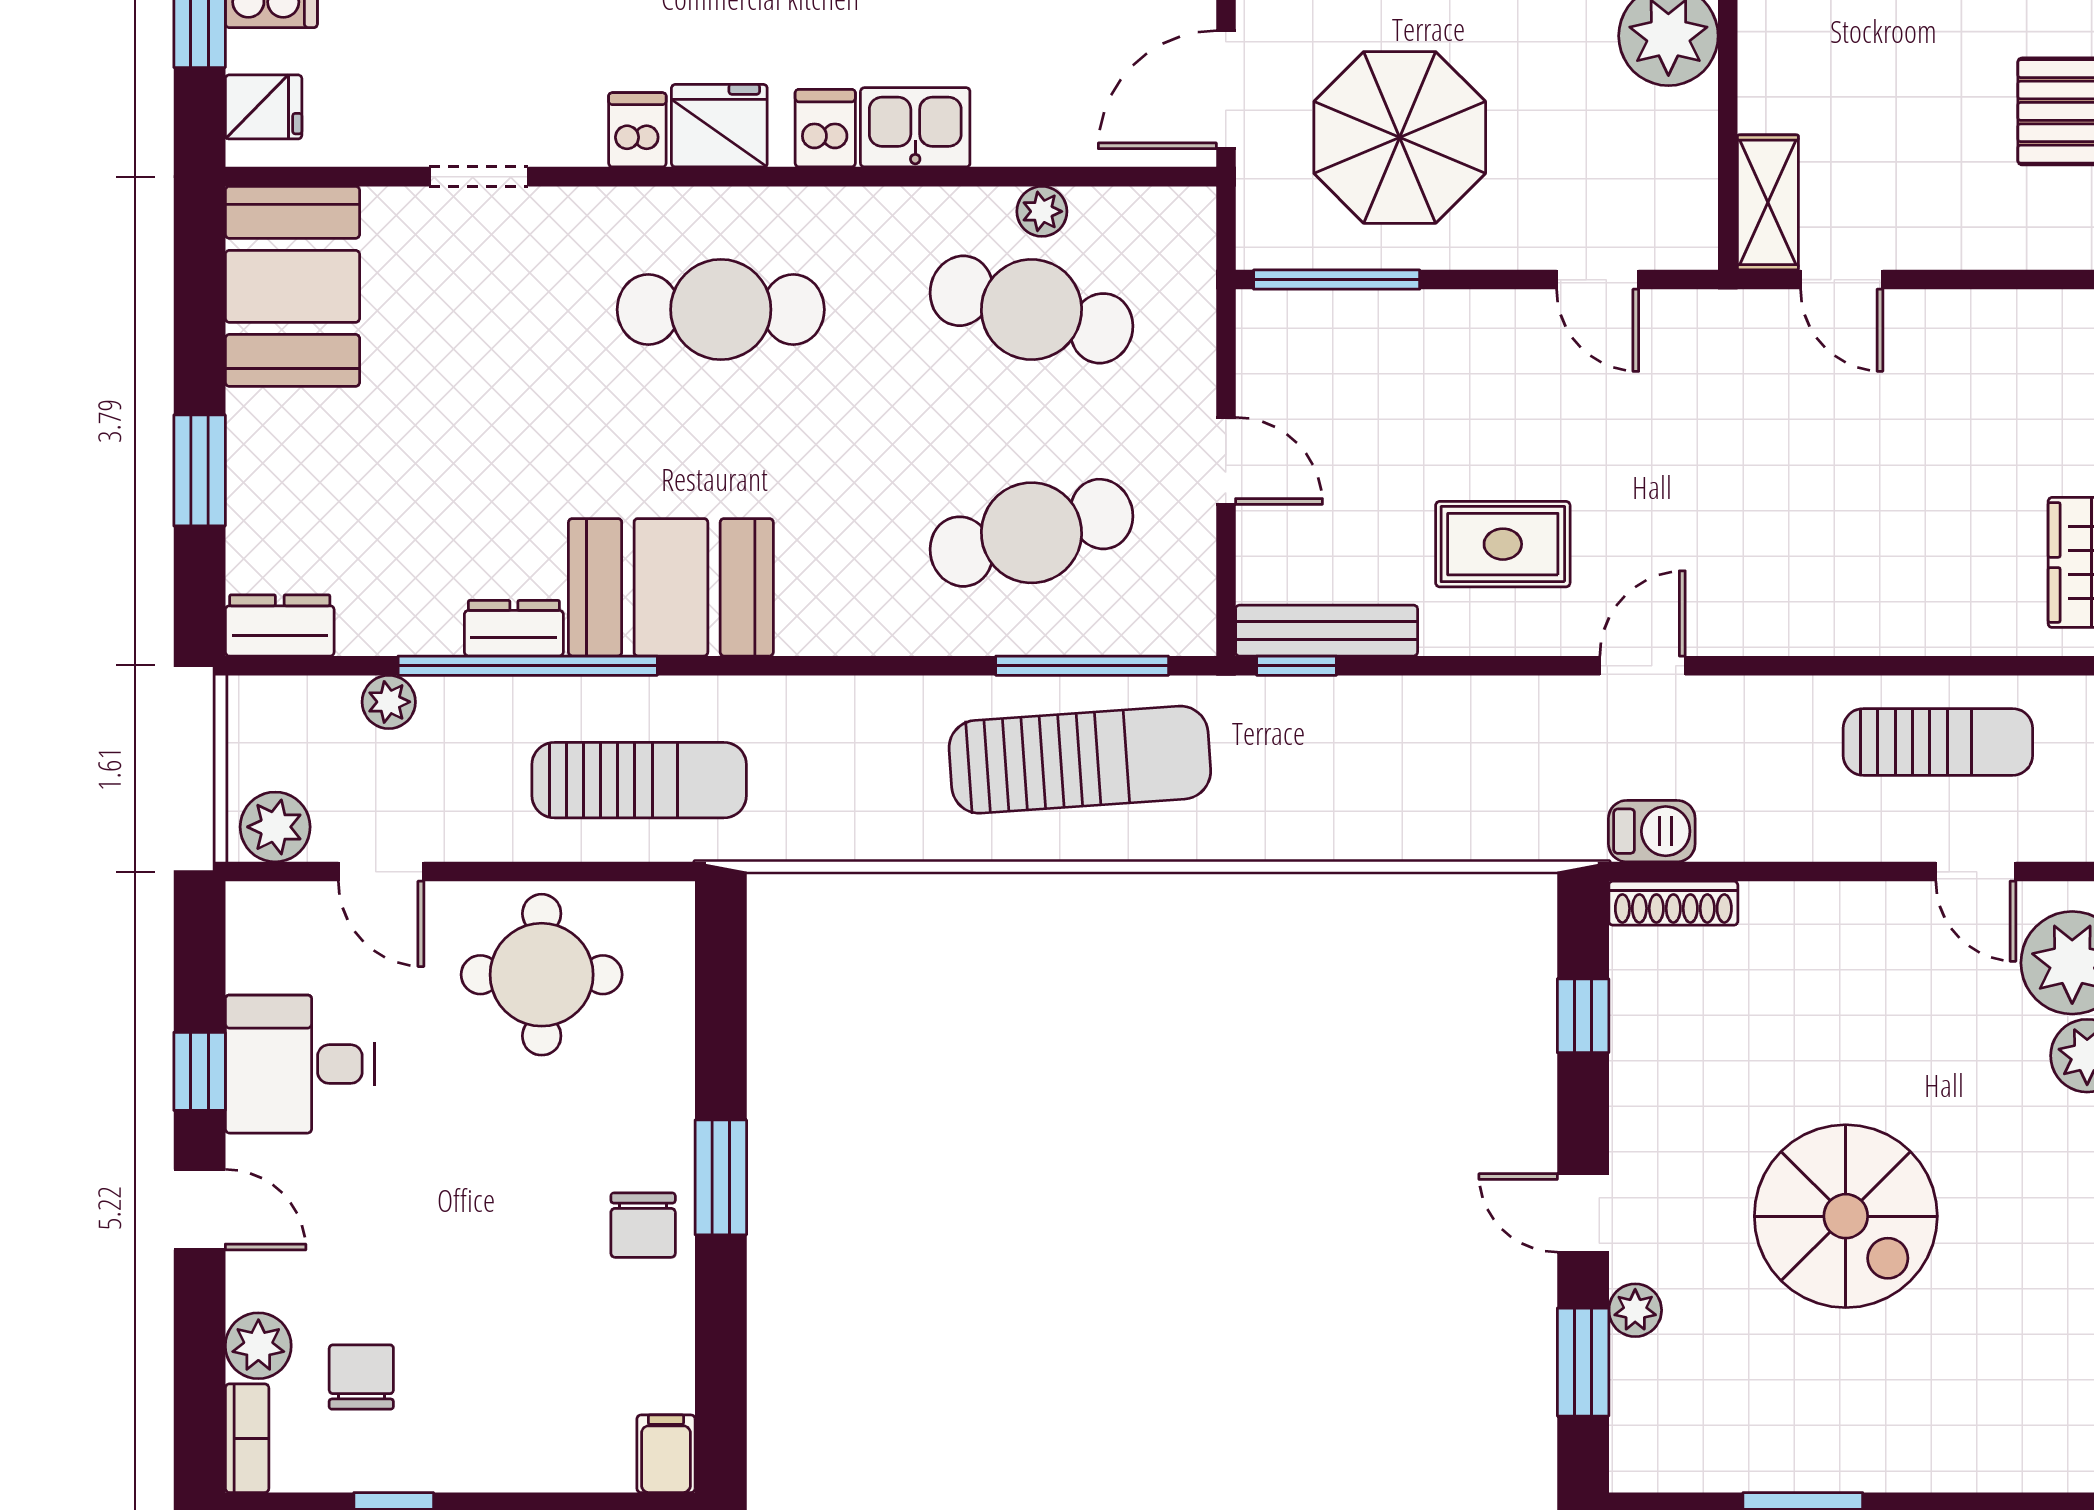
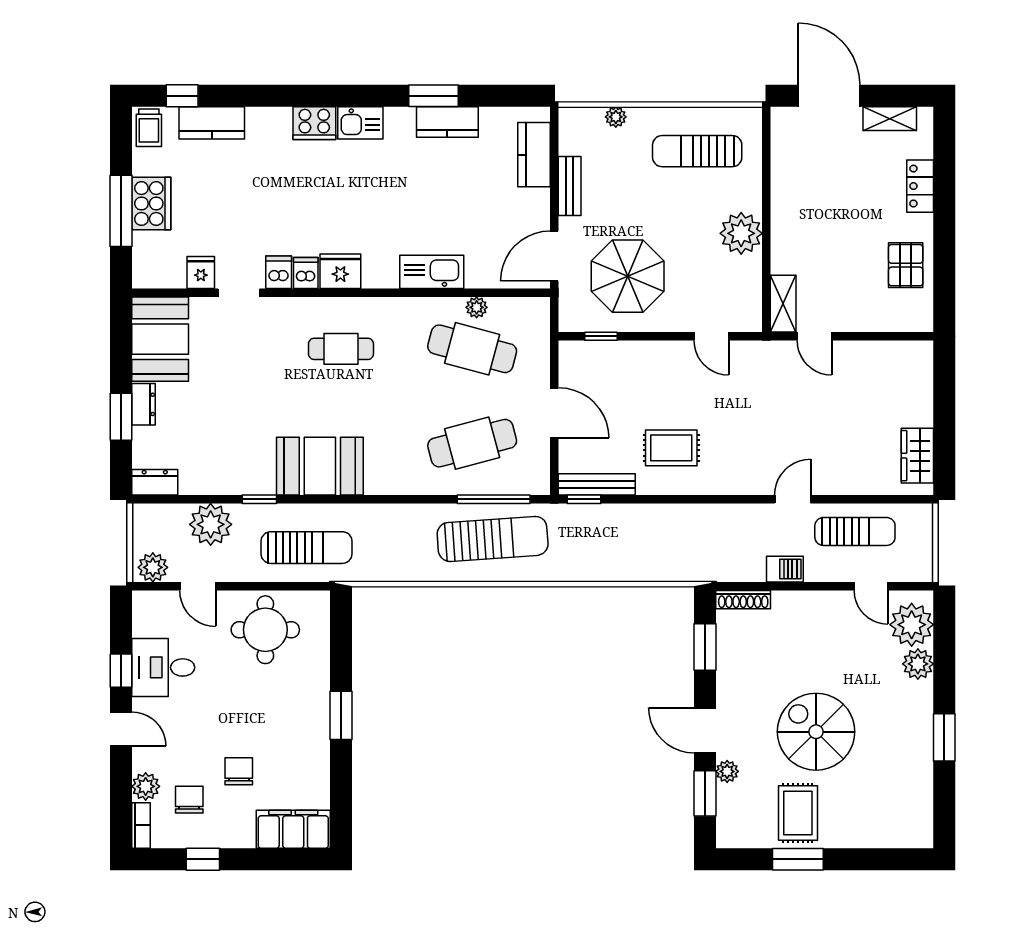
fridge: (264, 107) -> (201, 273), moved, turned -90
kitchen sink: (915, 127) -> (432, 272), width x1.38
dishwasher: (825, 128) -> (279, 272), moved
window: (1337, 280) -> (601, 336), width x0.46
cafe table: (721, 310) -> (341, 349), width x0.73, depth x0.74
door: (1226, 461) -> (554, 413), width x1.38
dresser: (514, 628) -> (143, 404), moved, turned 90
window: (528, 666) -> (259, 499), width x0.32
door: (1643, 666) -> (793, 499), moved
plant: (389, 702) -> (211, 524), width x1.88, depth x1.88
barbecue: (1652, 831) -> (785, 569), moved
window: (1583, 1016) -> (705, 647), width x1.50
door: (1583, 1213) -> (705, 730), width x1.38
spiral stairs: (1846, 1216) -> (816, 732), turned 180
chair: (643, 1225) -> (239, 771), moved, turned 180
rug: (1803, 1409) -> (798, 813), added
filing cabinet: (666, 1454) -> (293, 829), width x3.00, depth x1.17

